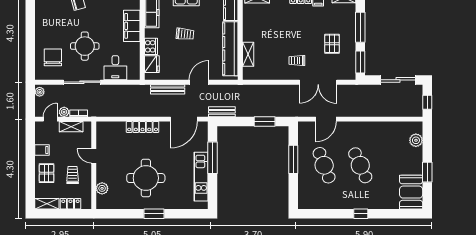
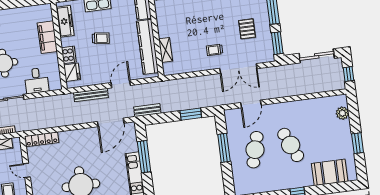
locker: (143, 127) -> (42, 139), moved
cafe table: (324, 165) -> (255, 150), turned 36
booth: (411, 192) -> (330, 172), moved, turned 90

